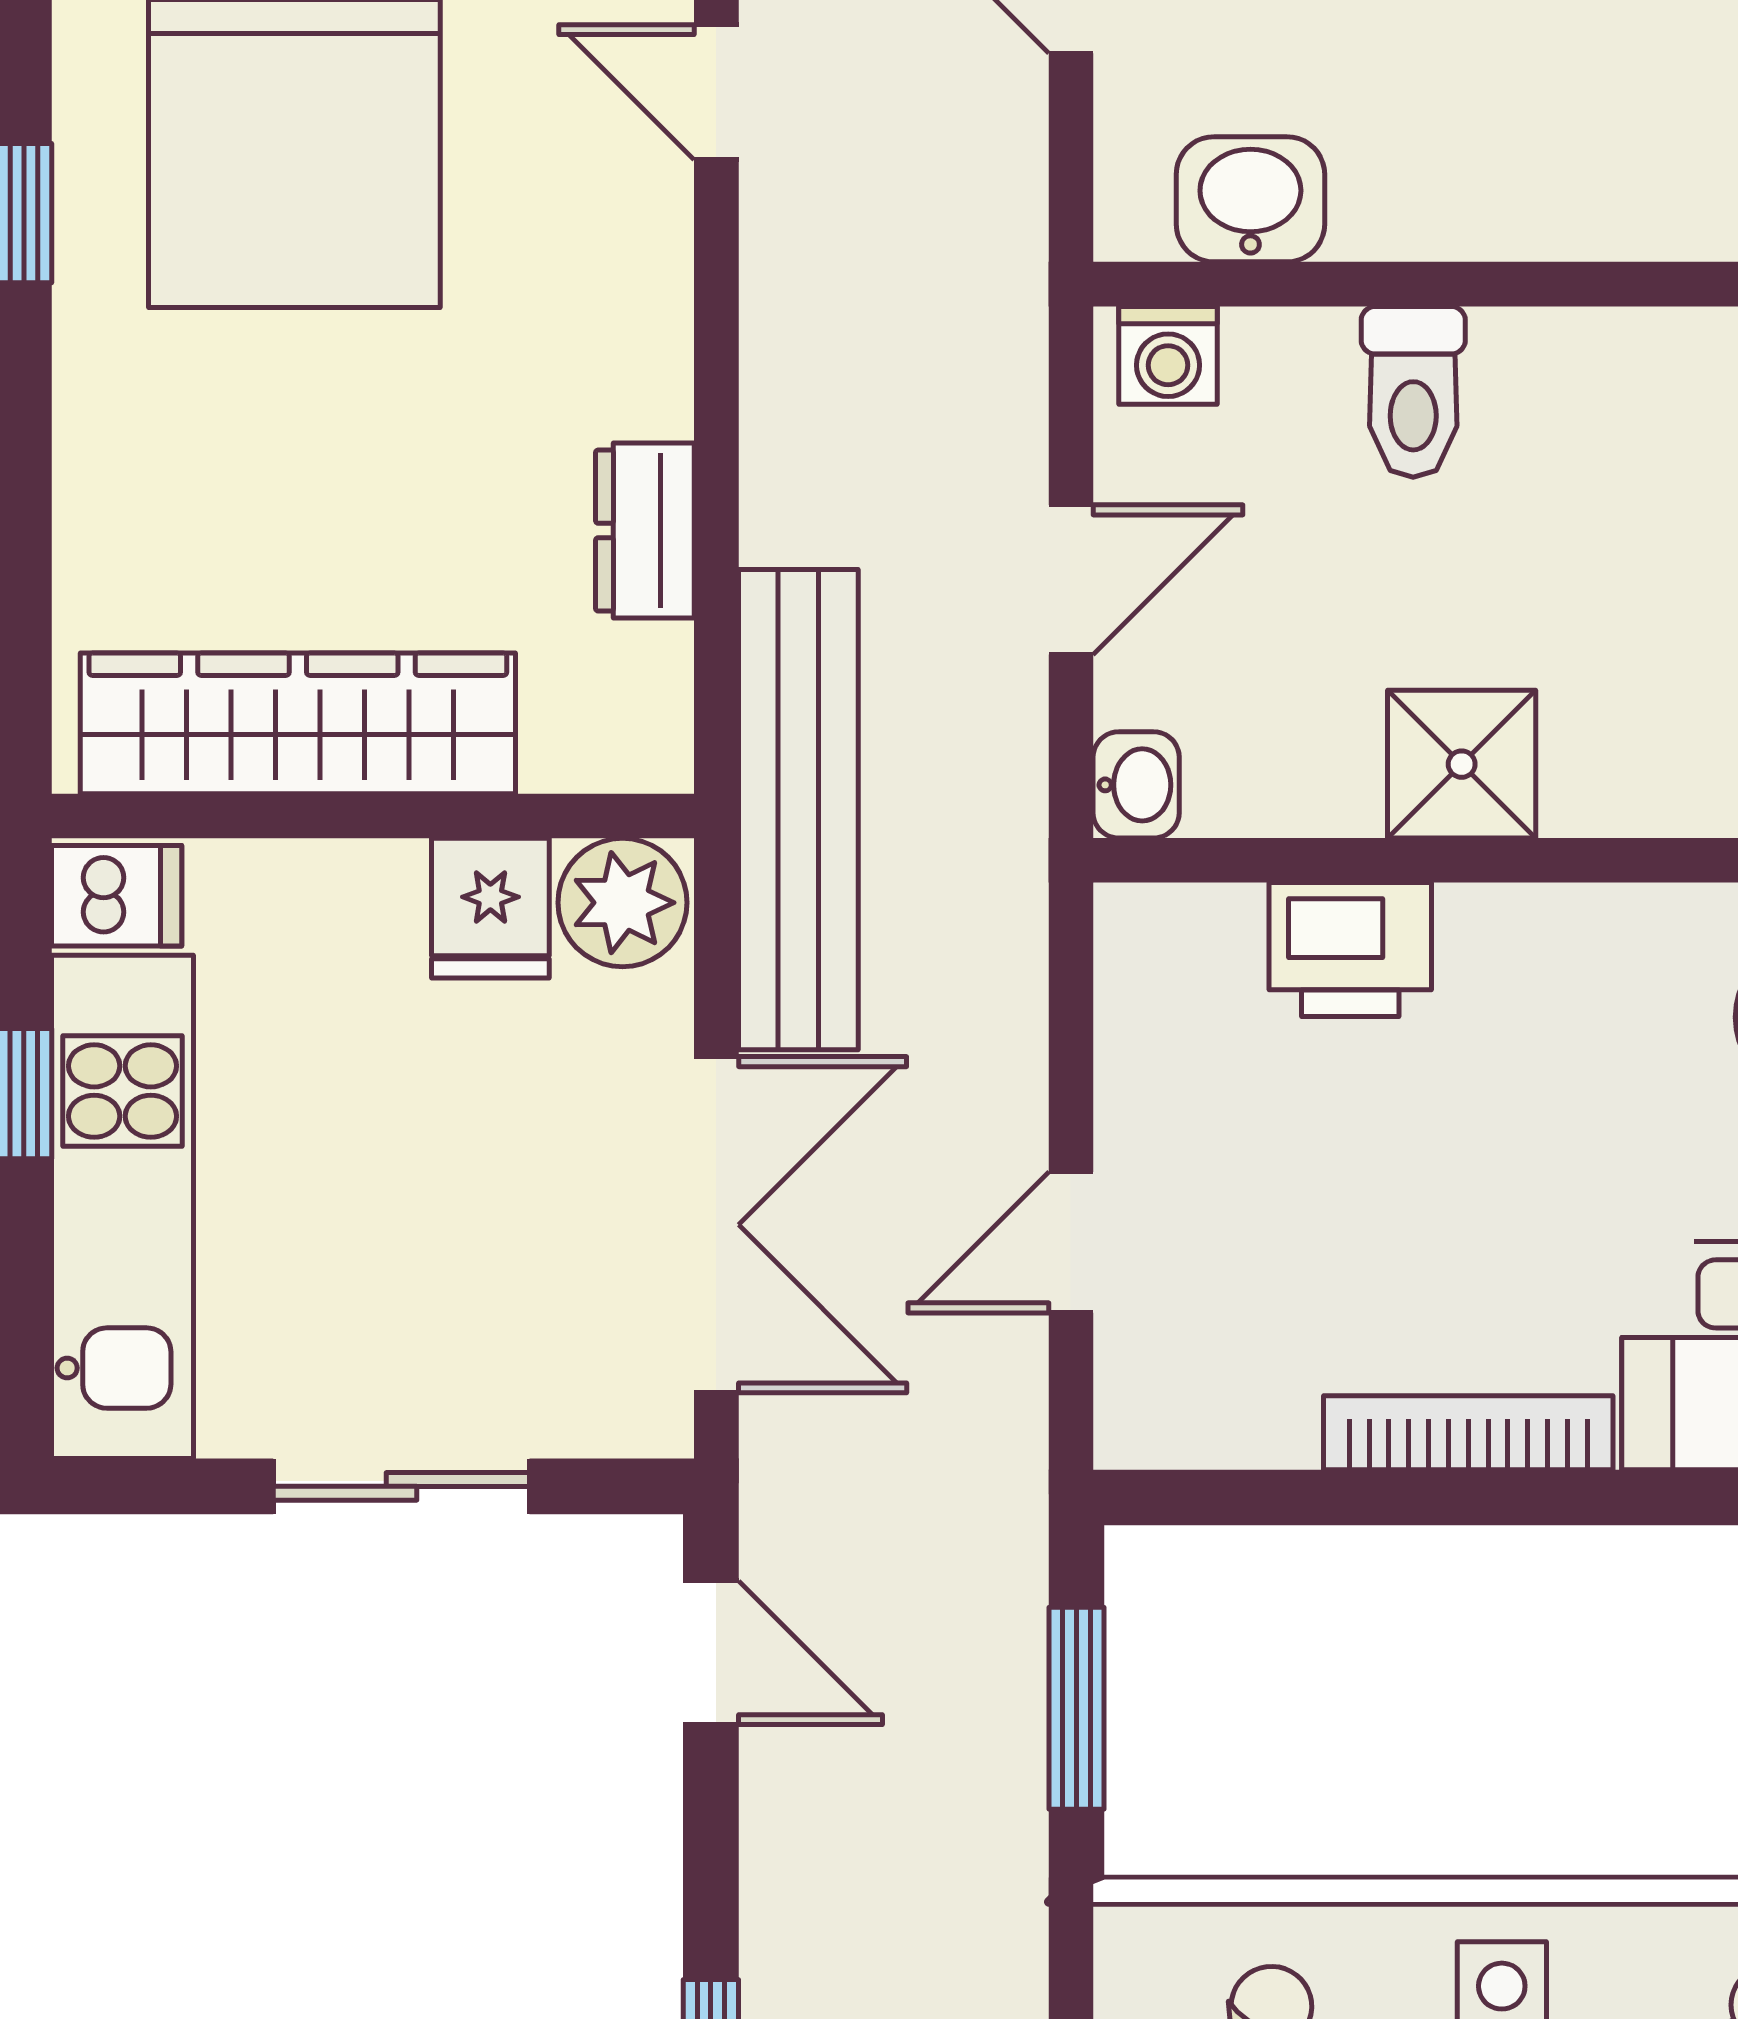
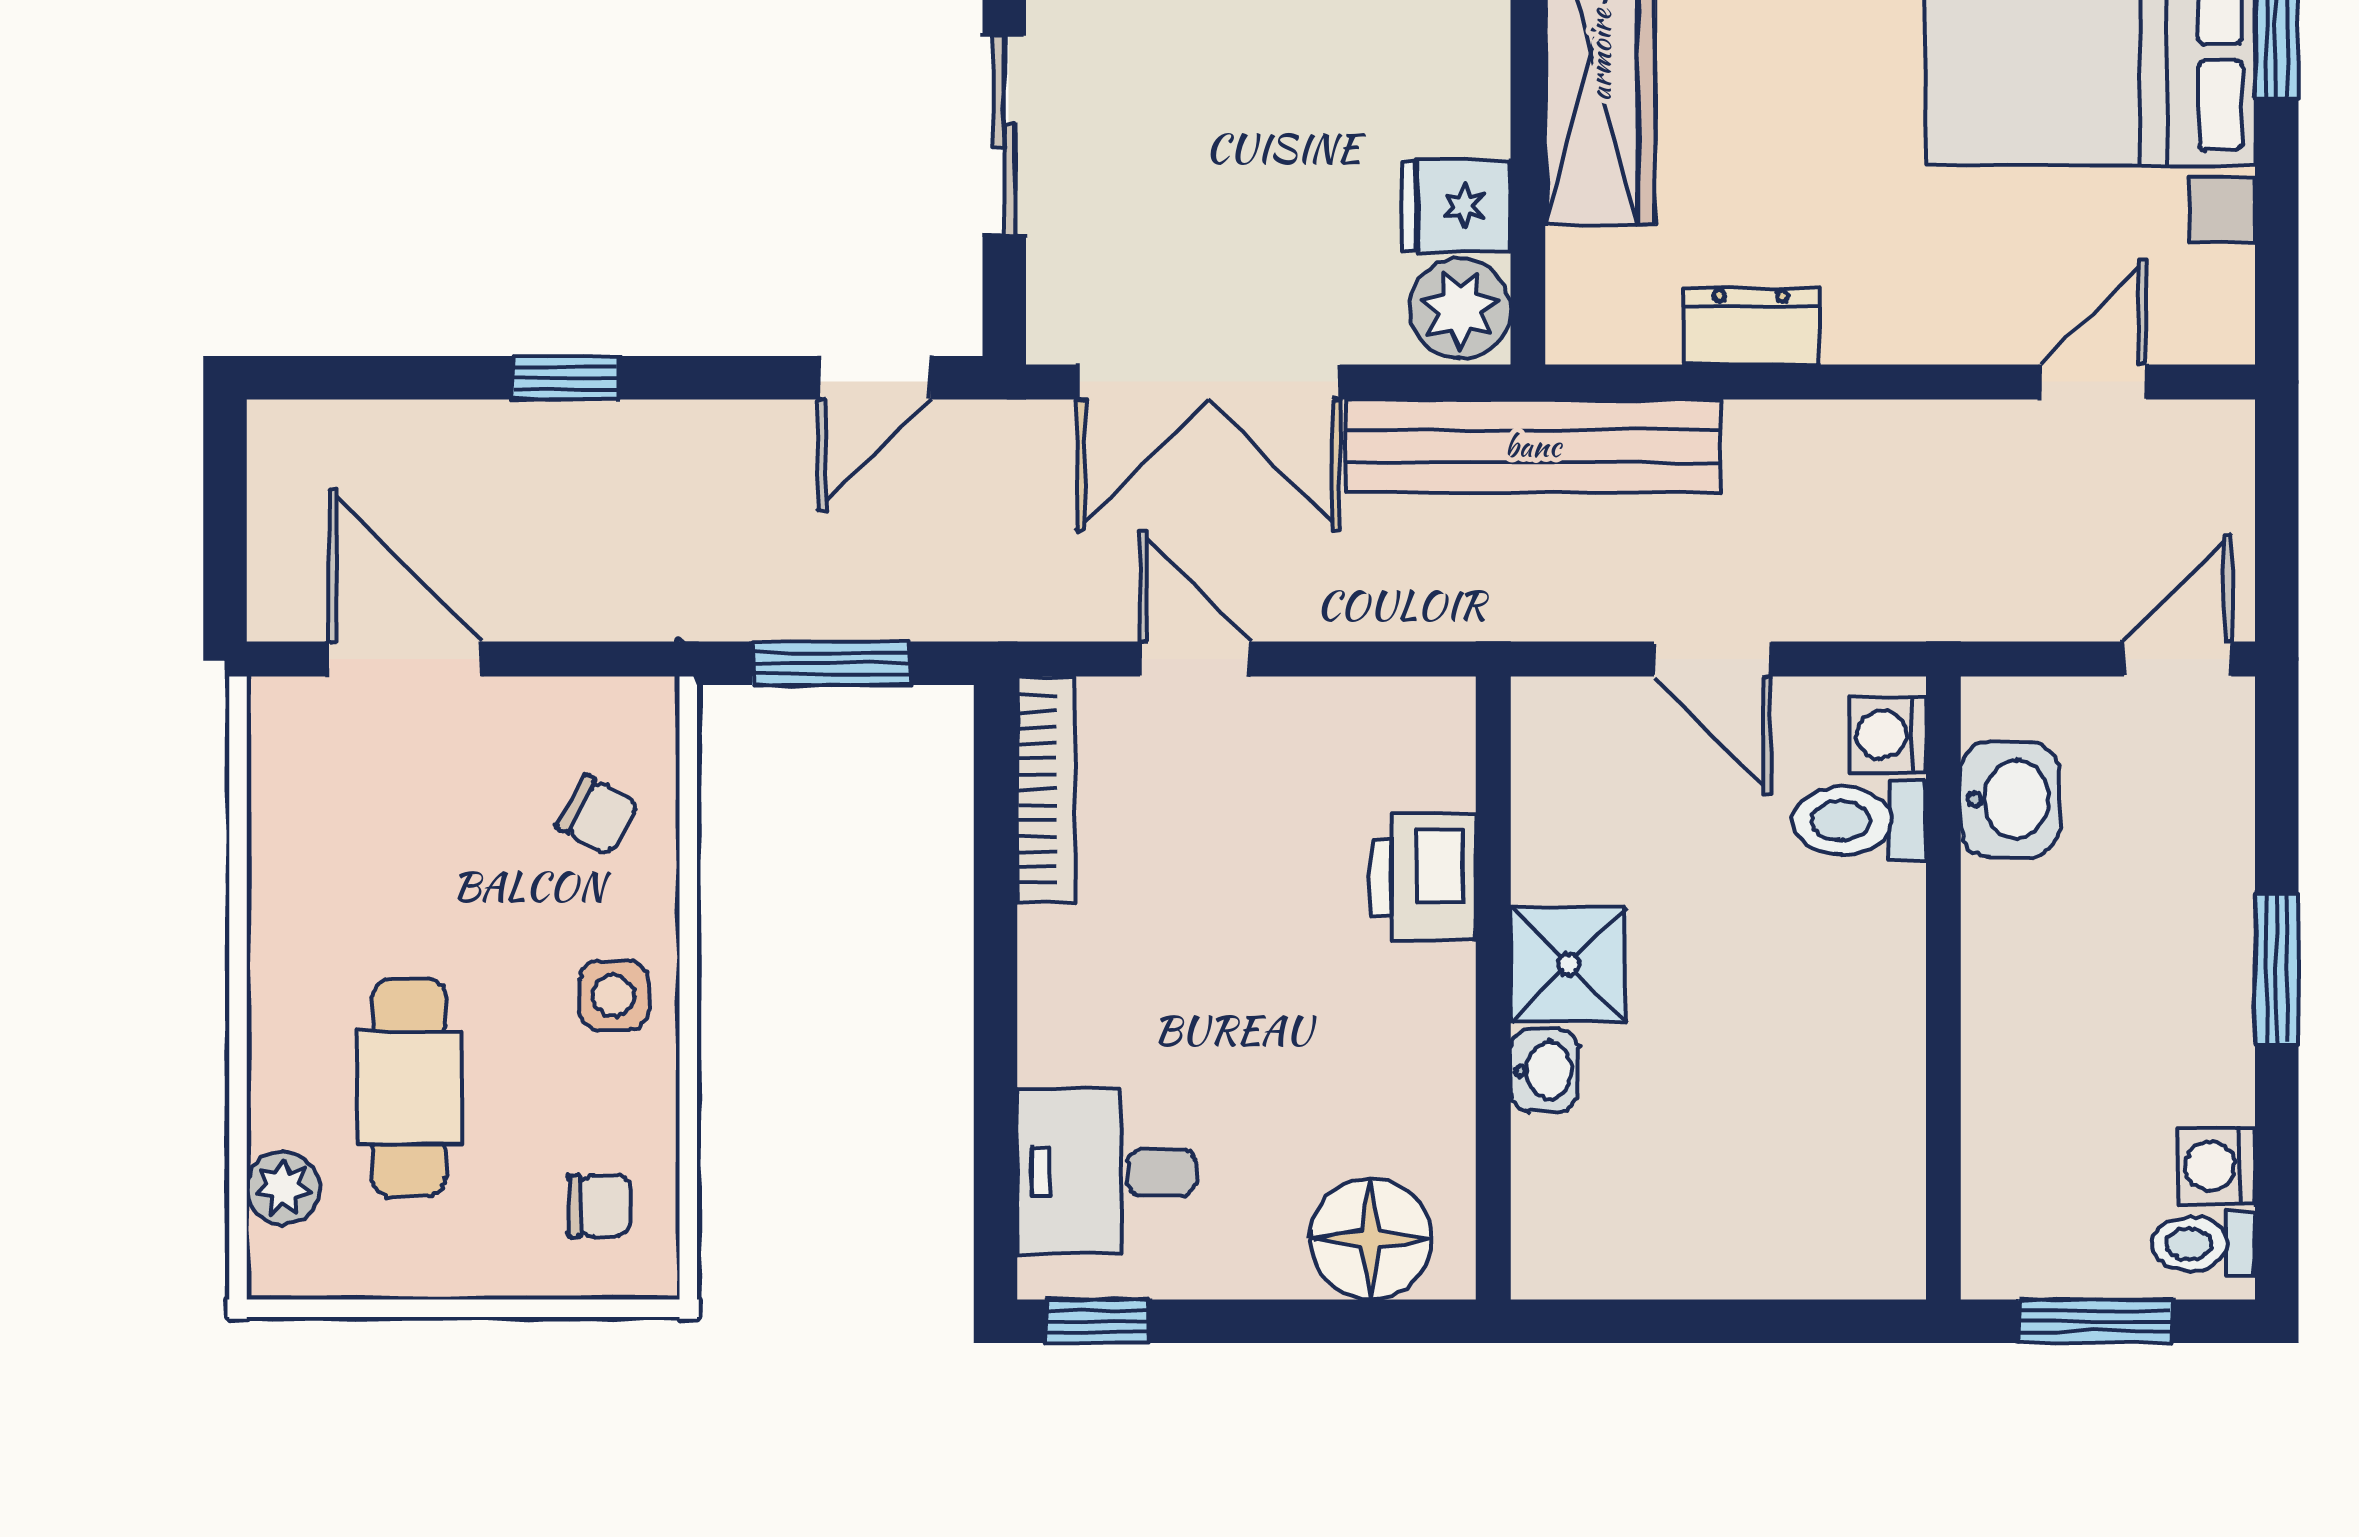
toilet: (1413, 392) -> (1859, 821), moved
washbasin: (1136, 785) -> (1544, 1071), moved, turned -90
bookcase: (1468, 1433) -> (1046, 789), moved

